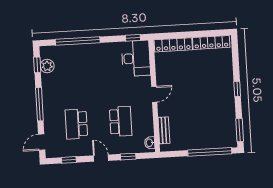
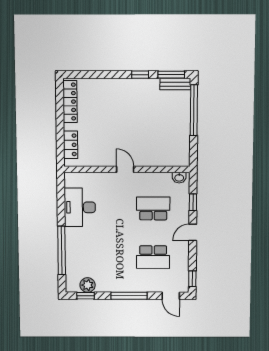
window: (133, 38) -> (61, 189), removed
locker: (173, 45) -> (71, 145), width x0.66
desk: (136, 58) -> (80, 207), moved, turned -90
window: (237, 89) -> (140, 75), moved
bench: (164, 130) -> (175, 84), moved
window: (69, 160) -> (192, 279), moved

